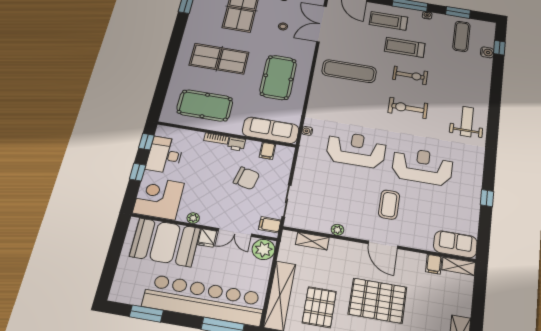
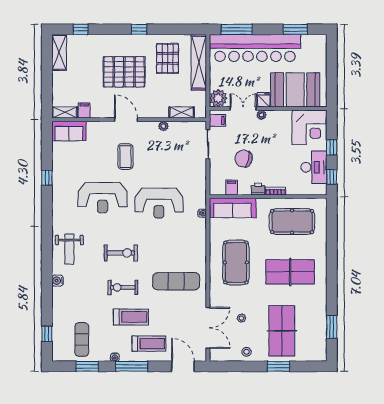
water cooler: (487, 52) -> (58, 281), moved
plant: (193, 218) -> (261, 115), moved

